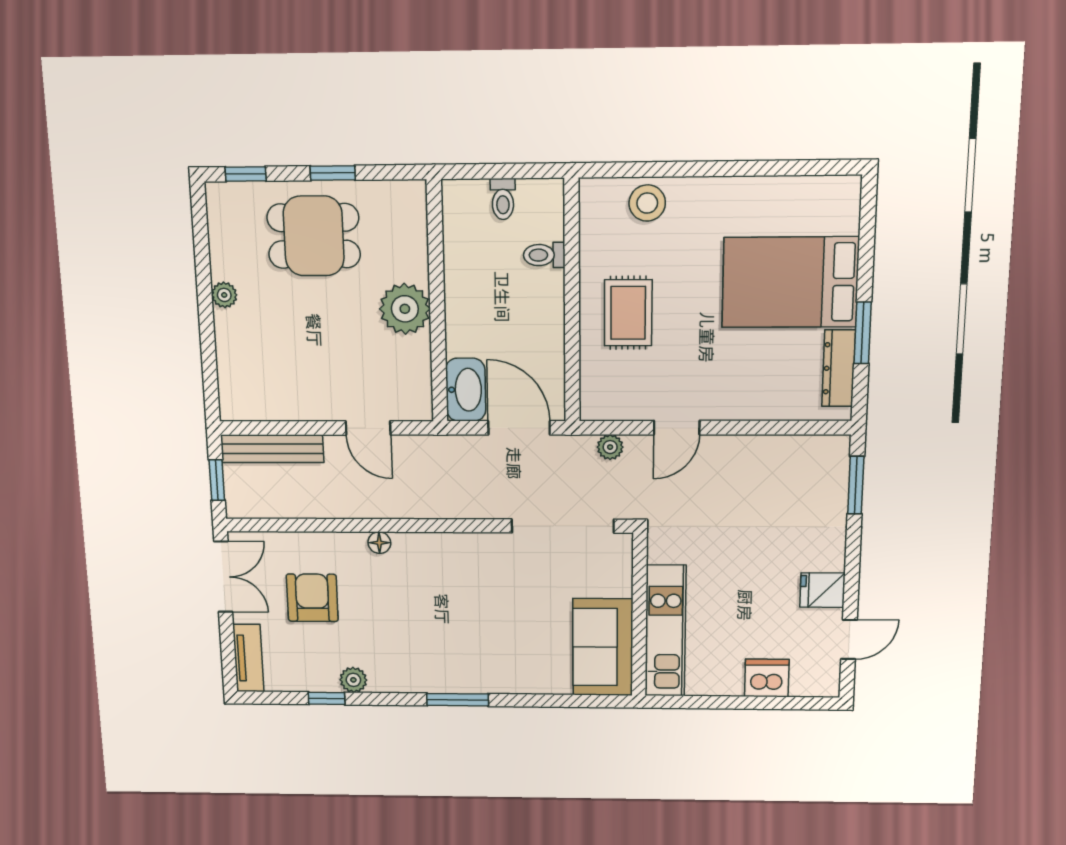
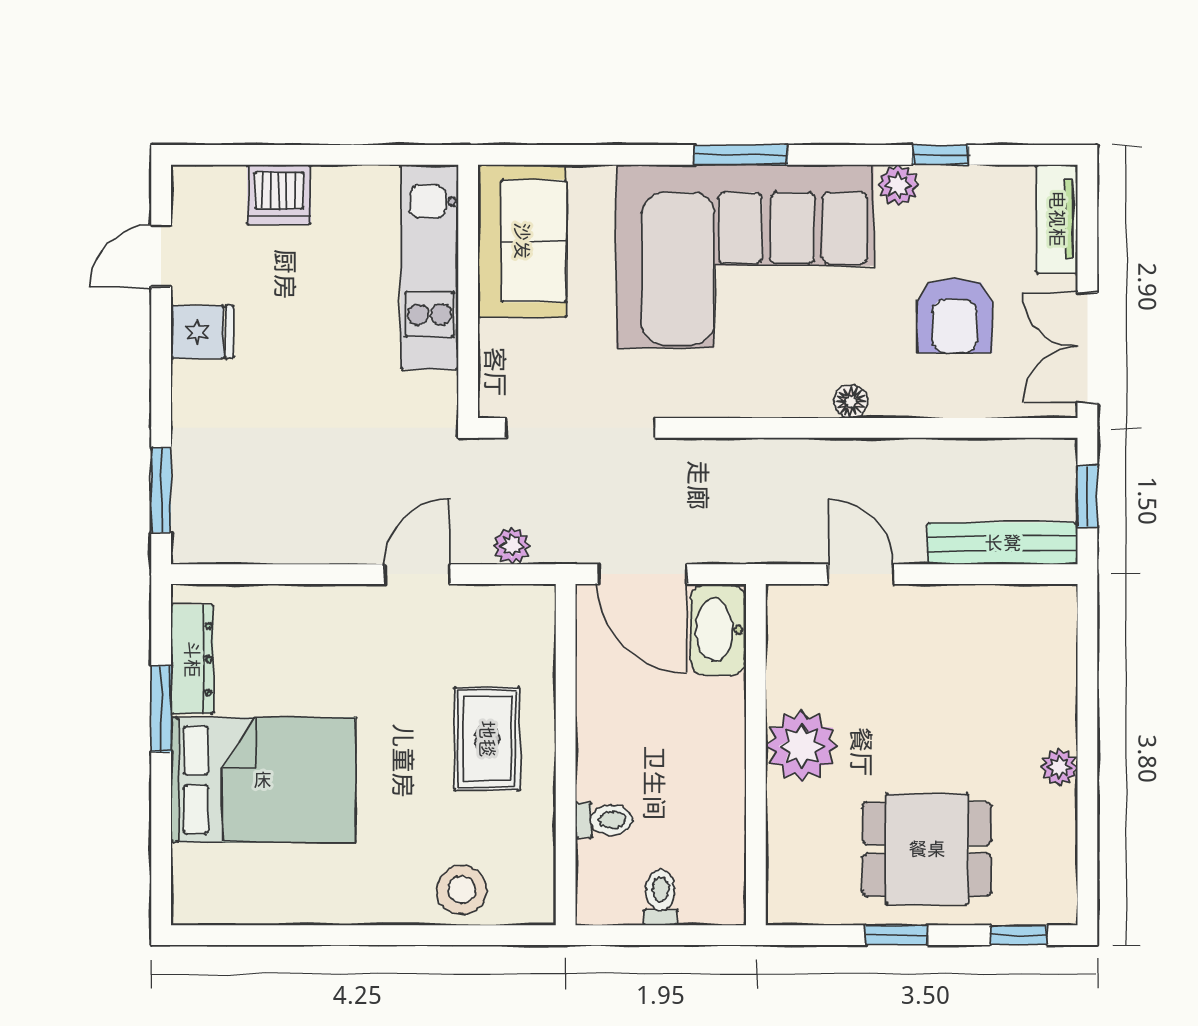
corner sofa: (453, 636) -> (745, 256), added

